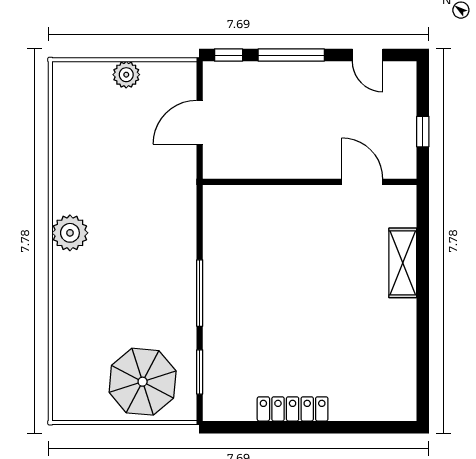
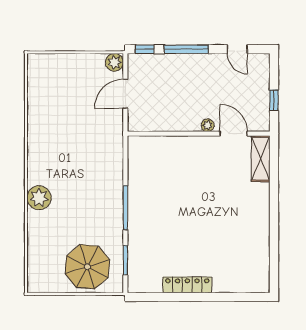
plant: (126, 75) -> (114, 62), moved
plant: (323, 169) -> (208, 125), added
plant: (70, 233) -> (39, 198), moved
shelving: (403, 263) -> (261, 159), moved

